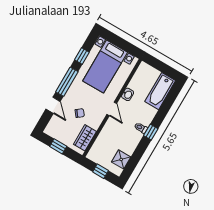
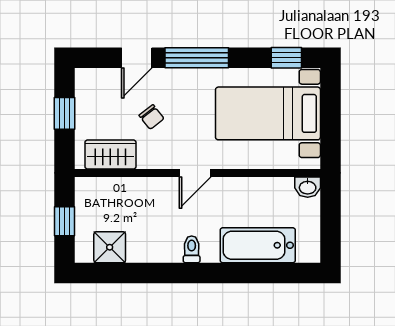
window: (82, 56) -> (286, 58), moved
bathtub: (160, 91) -> (258, 245), moved
washbasin: (128, 94) -> (308, 187), moved
window: (151, 132) -> (194, 273), removed

